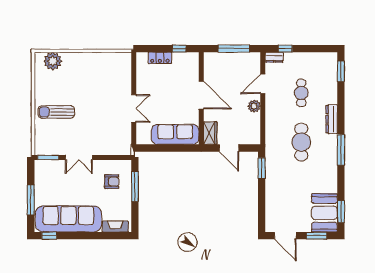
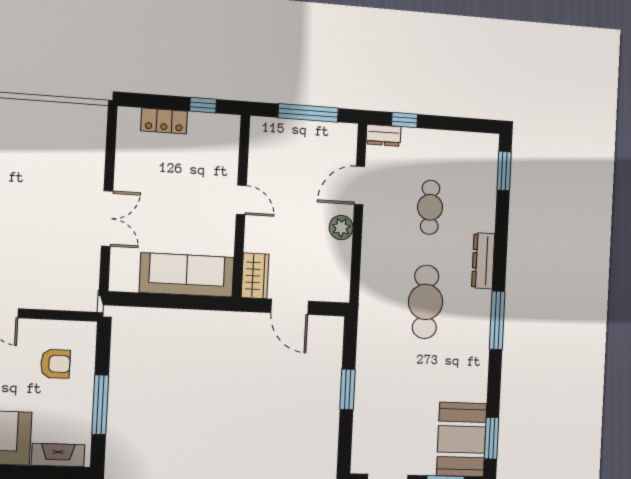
door: (201, 95) -> (241, 200), width x0.53
window: (262, 168) -> (347, 389), moved
window: (135, 187) -> (100, 405), moved

